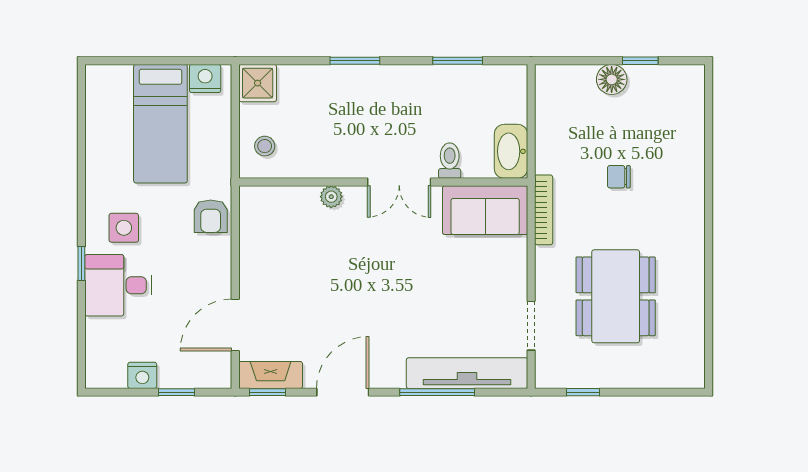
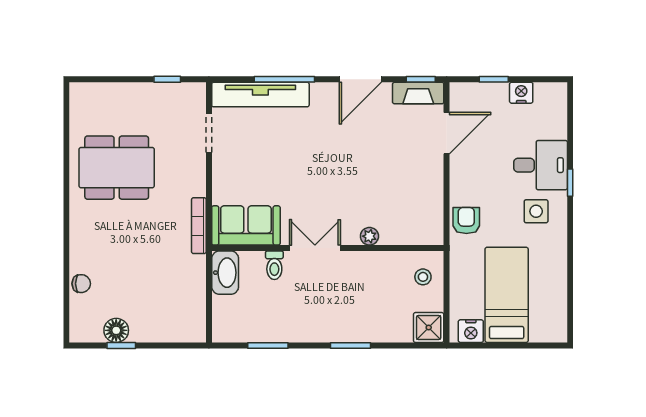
floor lamp: (612, 79) -> (116, 330), moved
chair: (619, 177) -> (81, 284), moved
dining table: (616, 296) -> (117, 168), moved, turned 90

